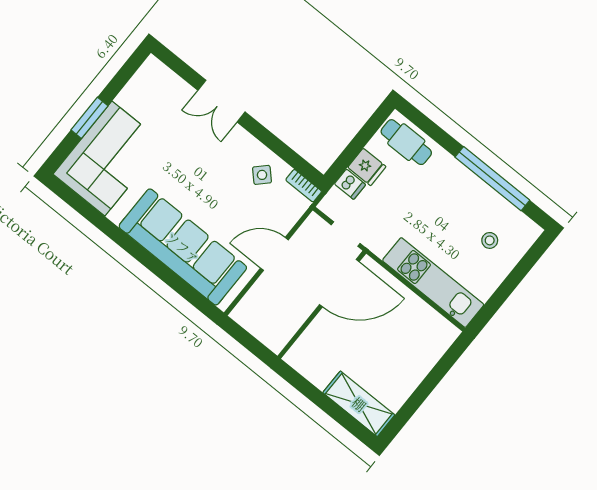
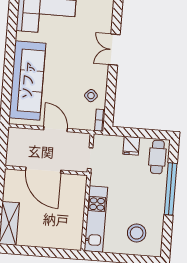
window: (492, 179) -> (171, 189), moved
dishwasher: (350, 184) -> (117, 143), removed
stool: (490, 240) -> (137, 233), width x1.89, depth x1.89
door: (339, 283) -> (43, 170), moved

